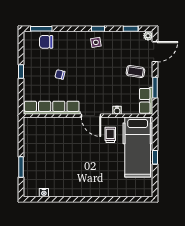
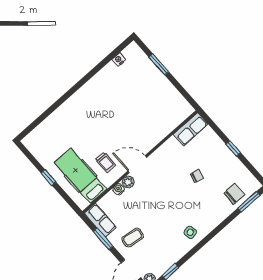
window: (98, 29) -> (199, 246), removed
row of seats: (52, 108) -> (191, 129), width x0.50
plant: (107, 109) -> (128, 182), added
hospital bed: (138, 147) -> (81, 176), width x0.73, depth x0.78

